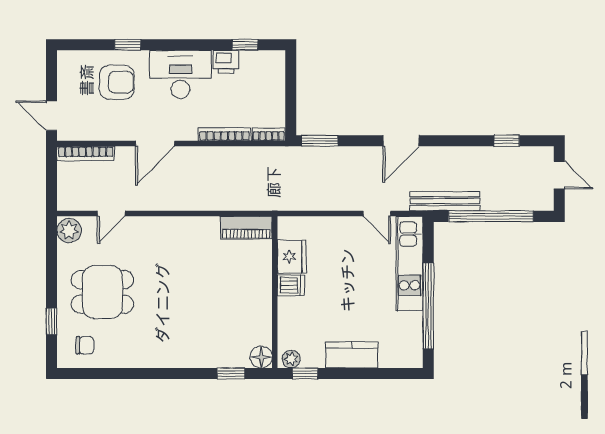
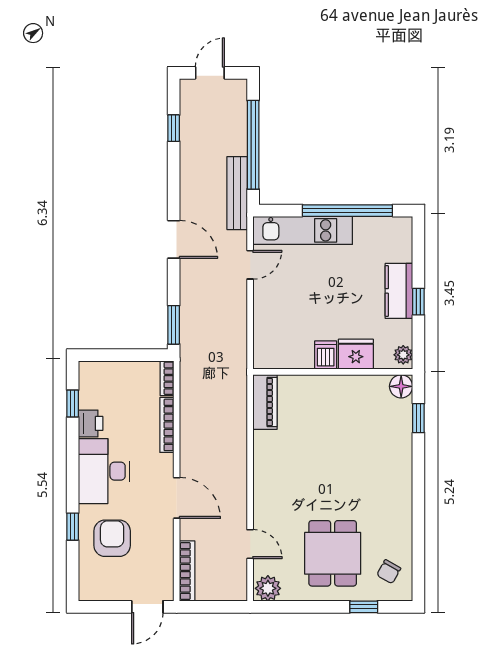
fridge: (292, 256) -> (356, 354), moved
chair: (85, 345) -> (389, 572), turned -151
window: (305, 373) -> (418, 302), moved

